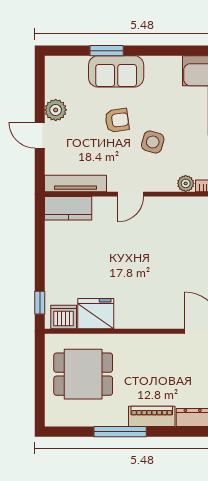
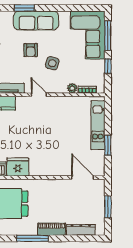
sofa: (116, 71) -> (36, 20), width x1.36
armchair: (117, 120) -> (31, 50), turned 98
door: (131, 194) -> (39, 95), swing flipped

